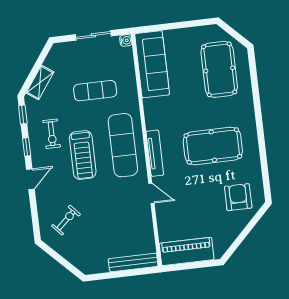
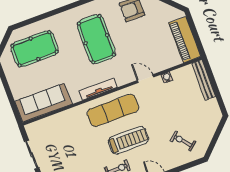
water cooler: (126, 40) -> (167, 77), moved
exercise mat: (95, 91) -> (75, 143), removed
tv unit: (155, 153) -> (98, 89), moved
door: (151, 193) -> (145, 79), hinge flipped

